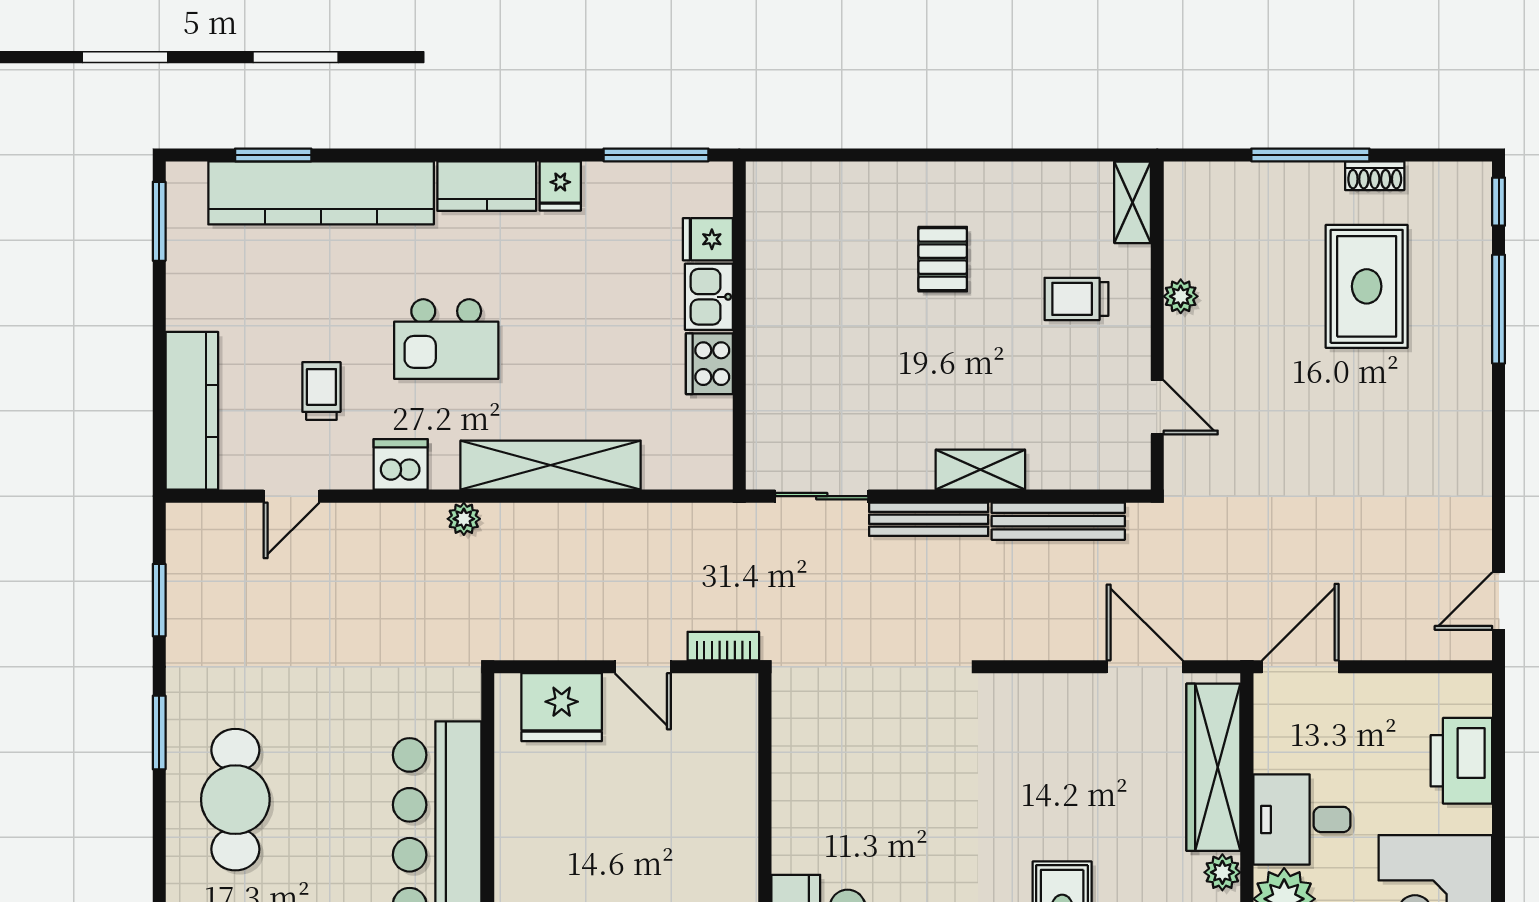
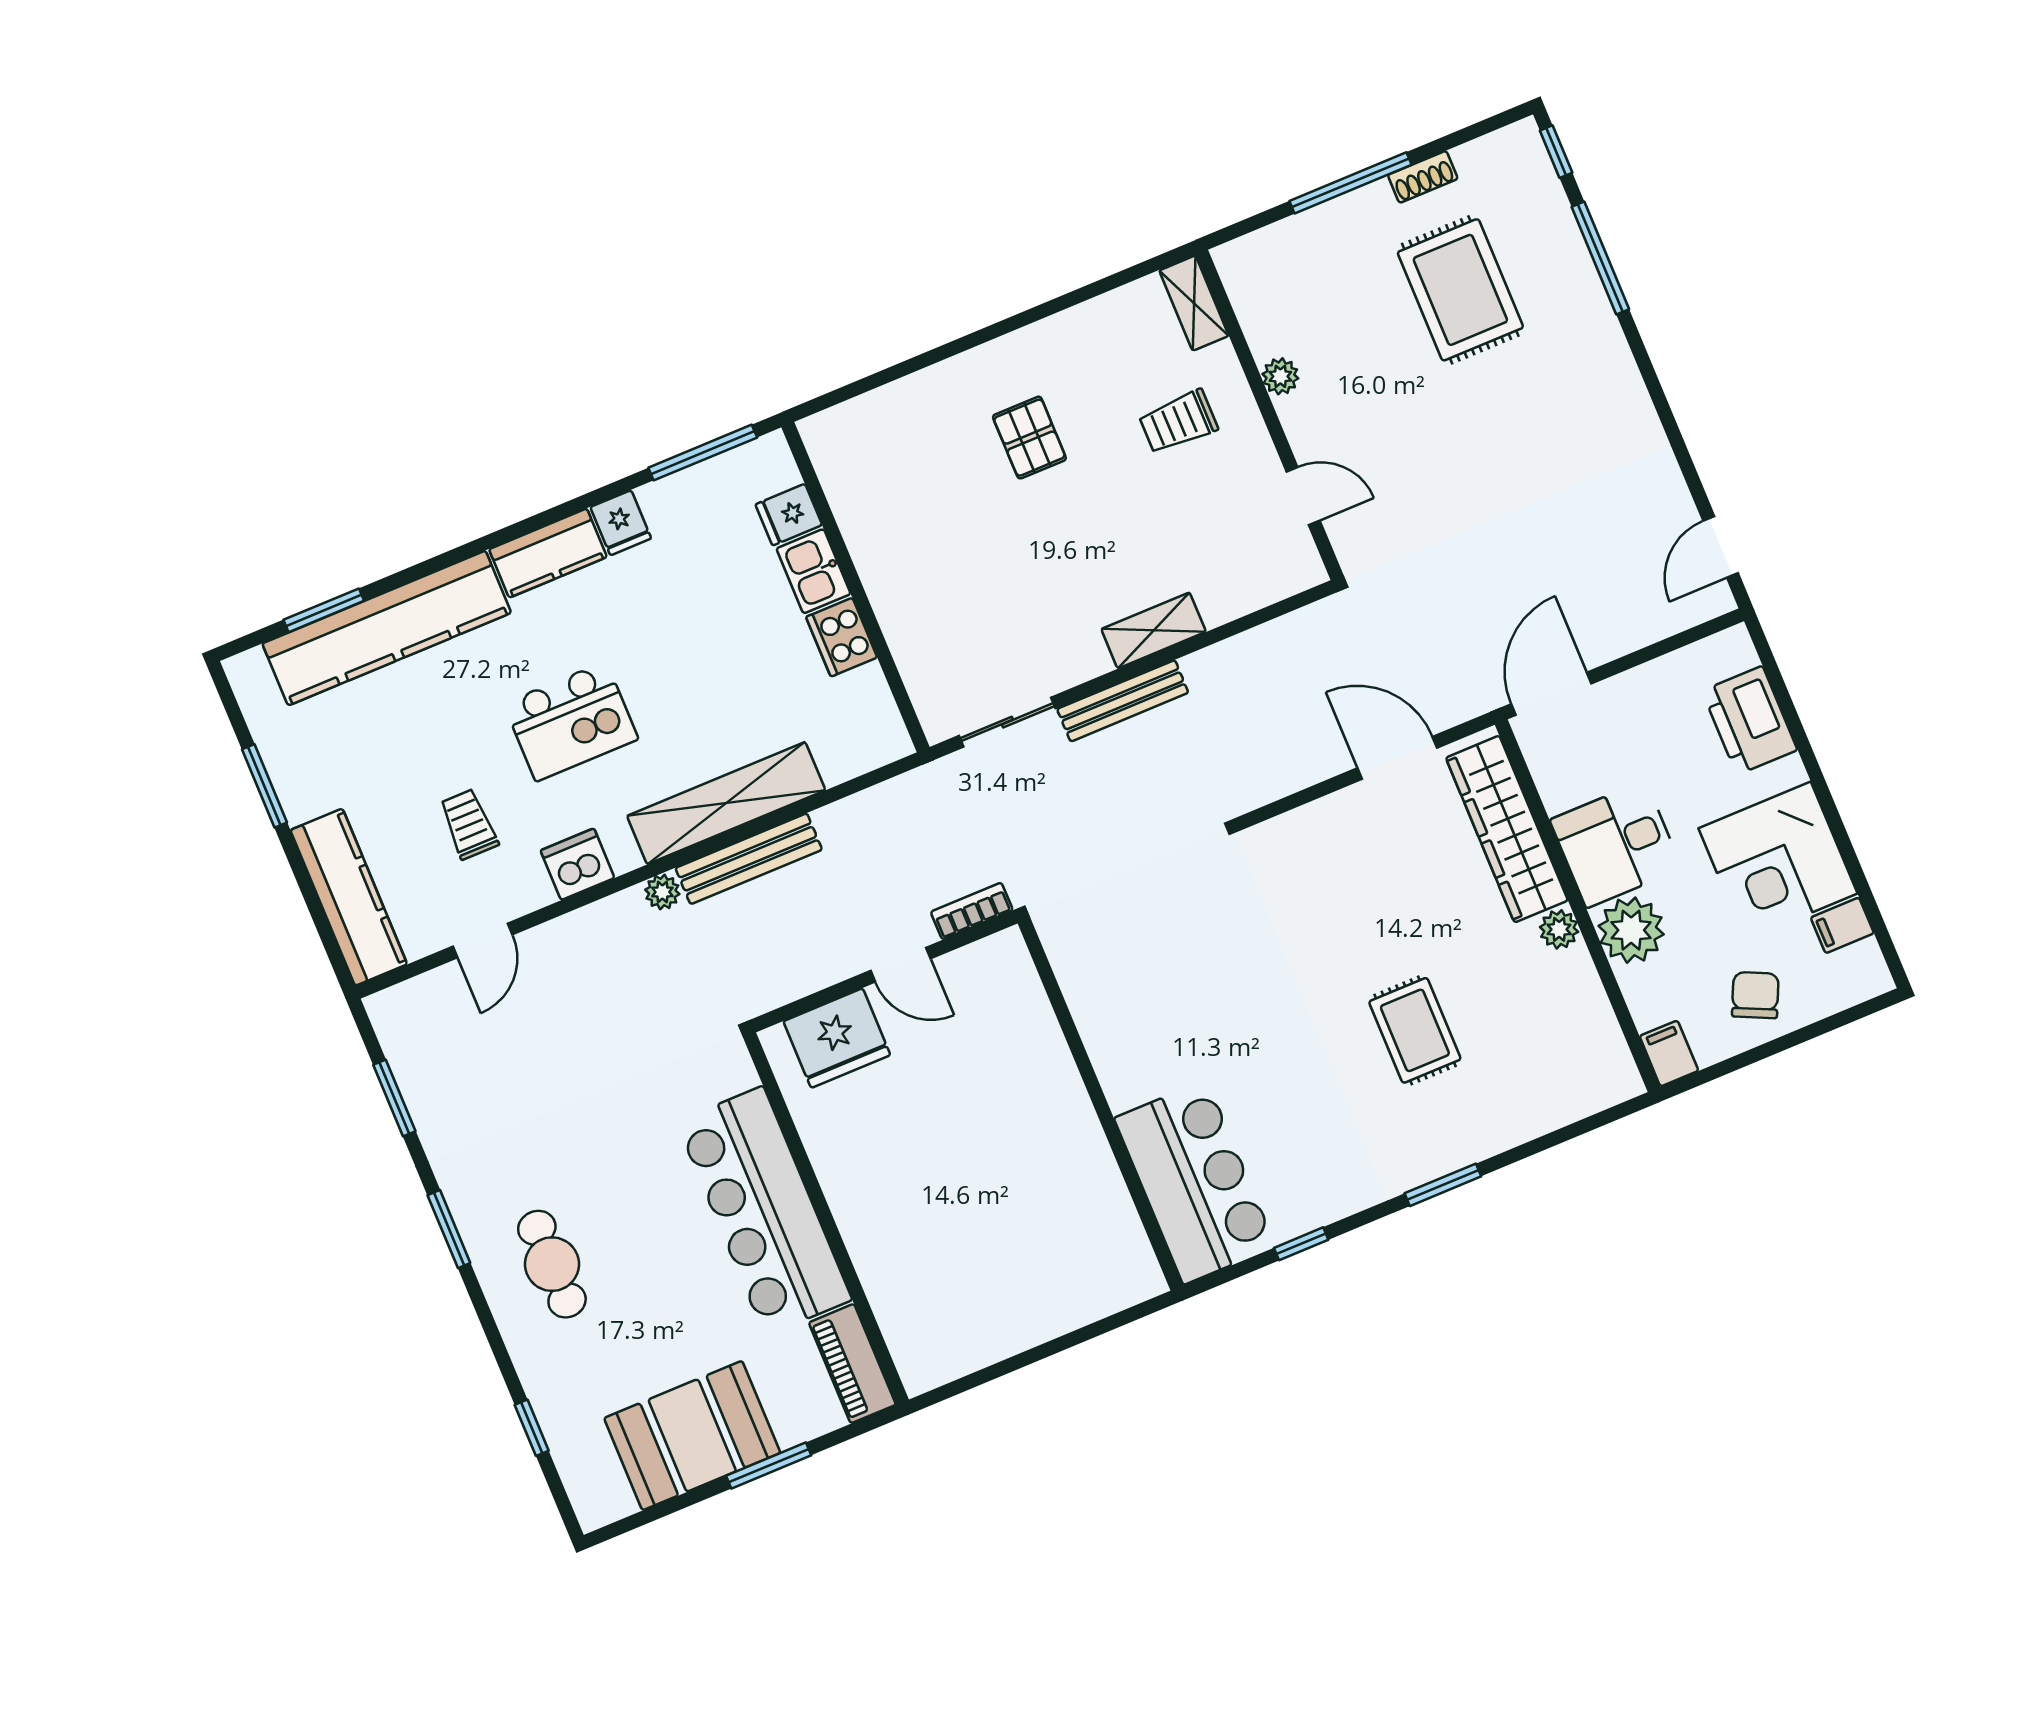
window: (159, 221) -> (264, 786), moved
bench: (1058, 521) -> (749, 859), moved
cafe table: (235, 800) -> (552, 1264), width x0.73, depth x0.74

